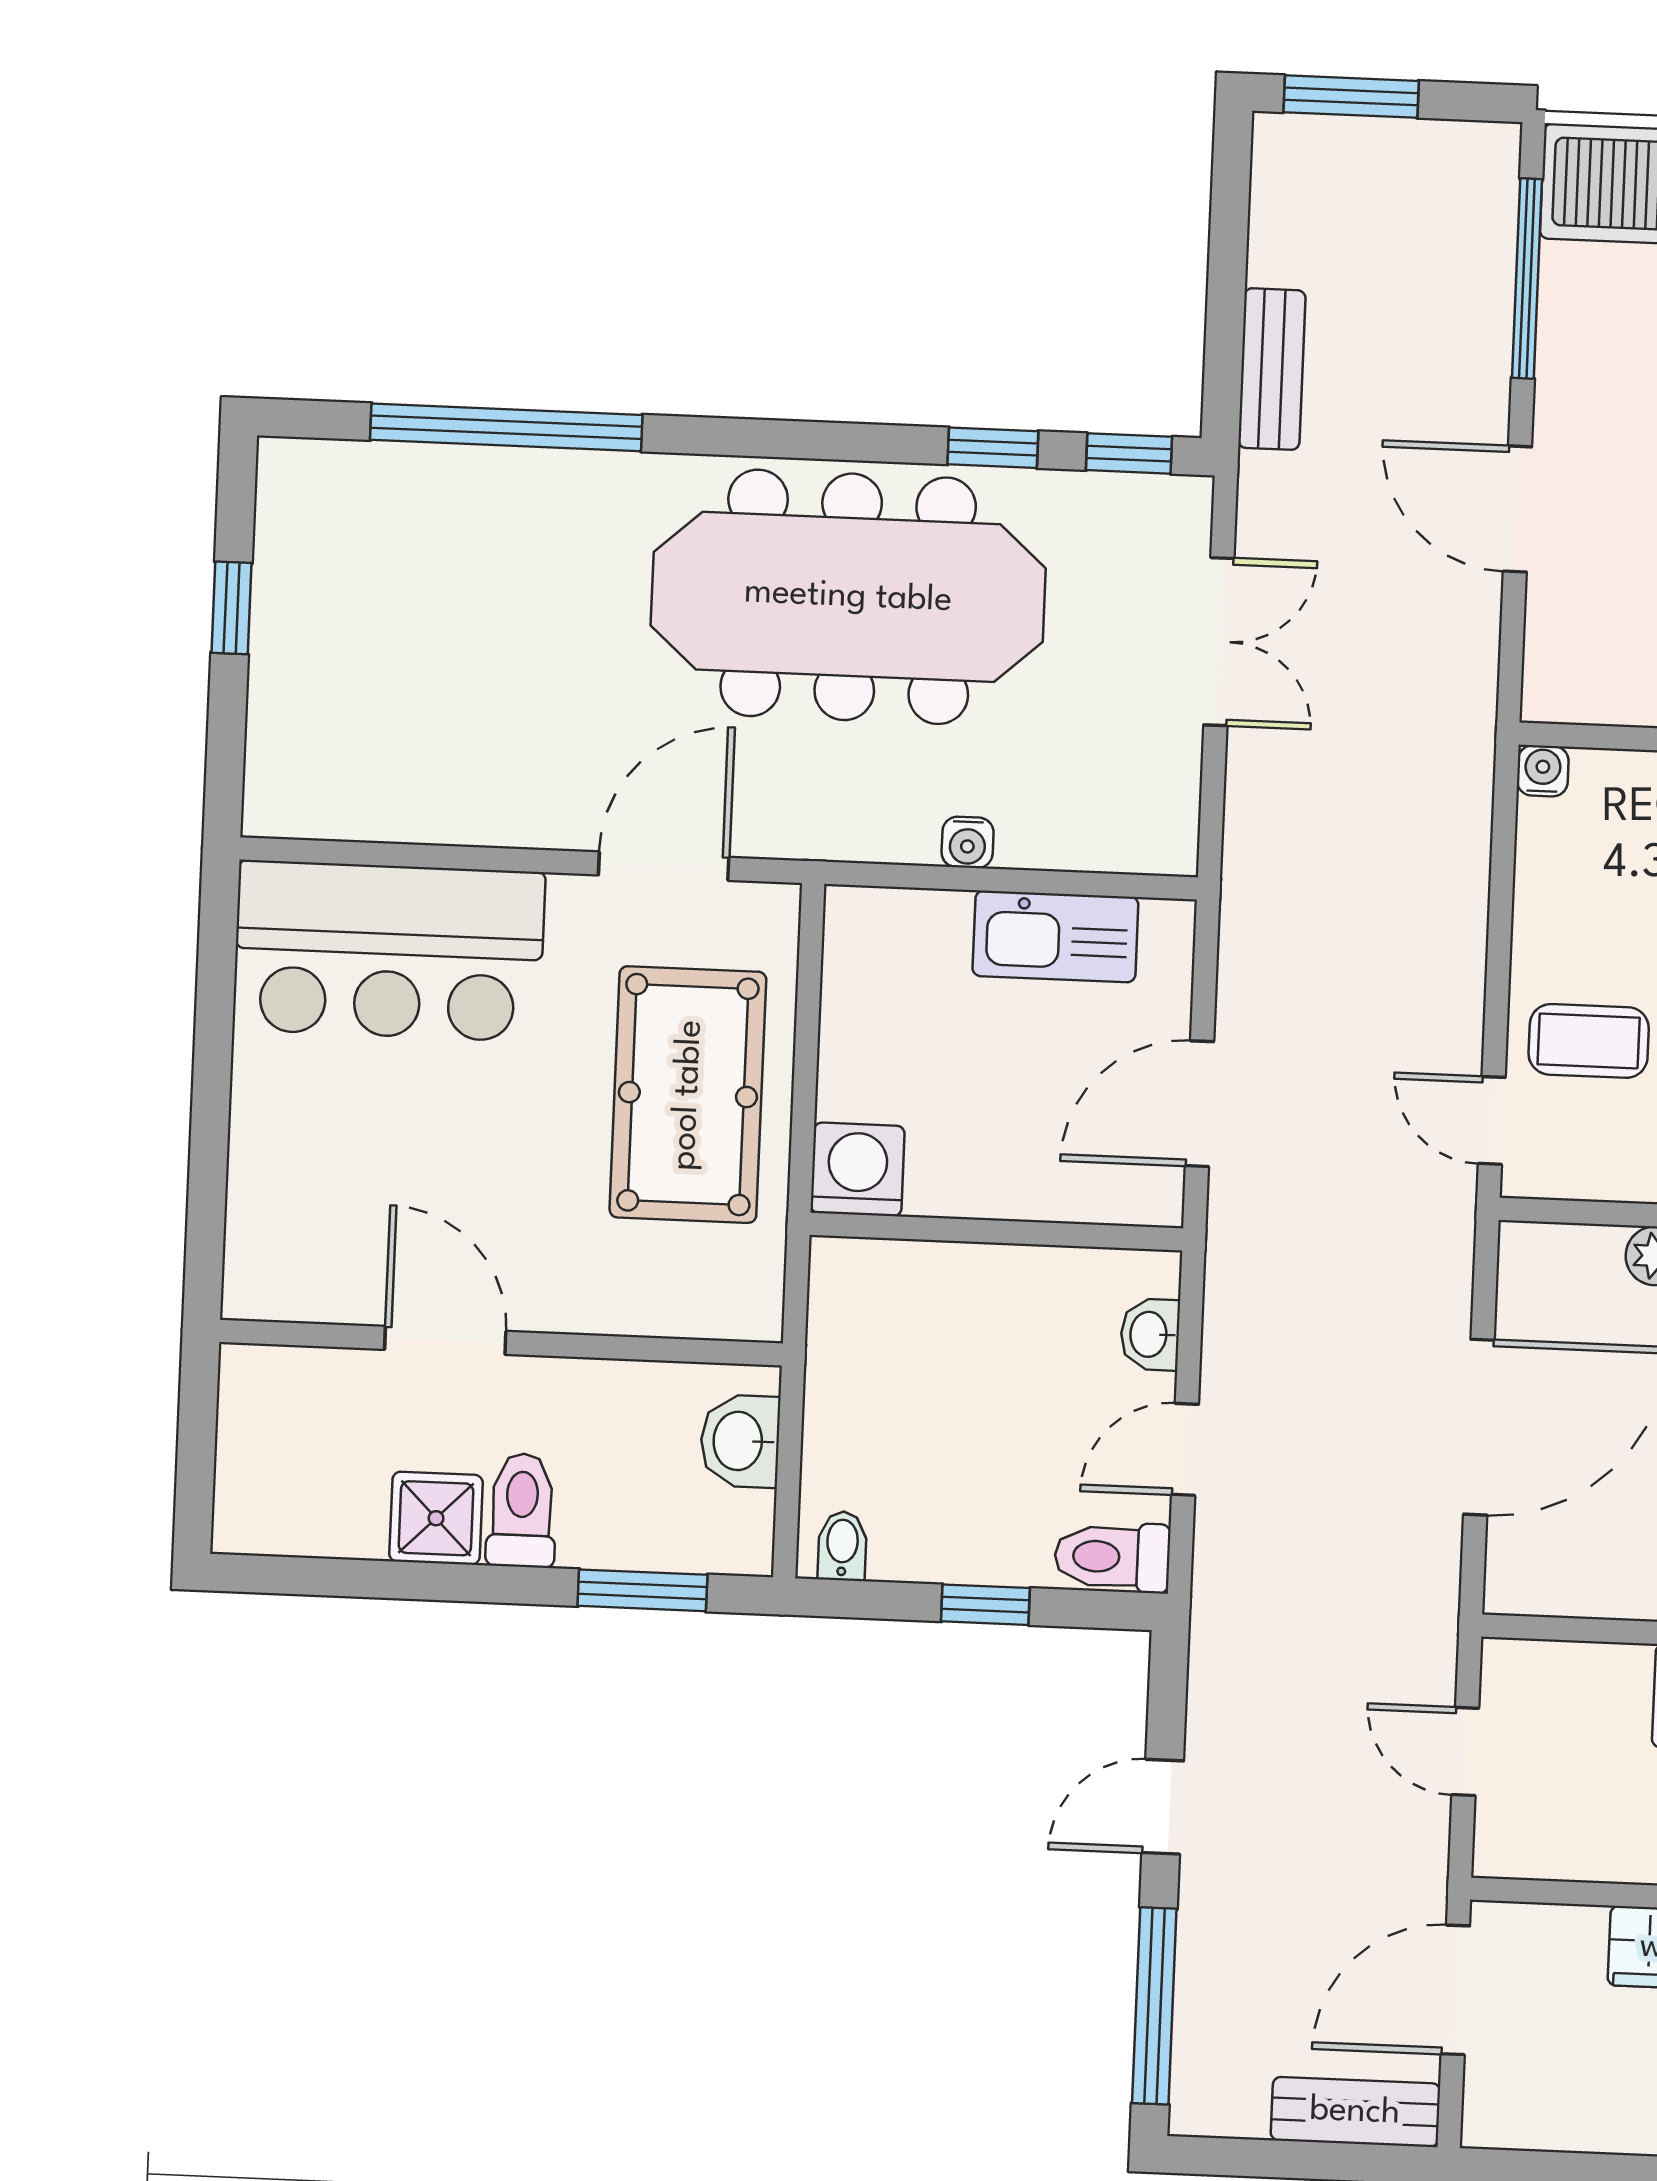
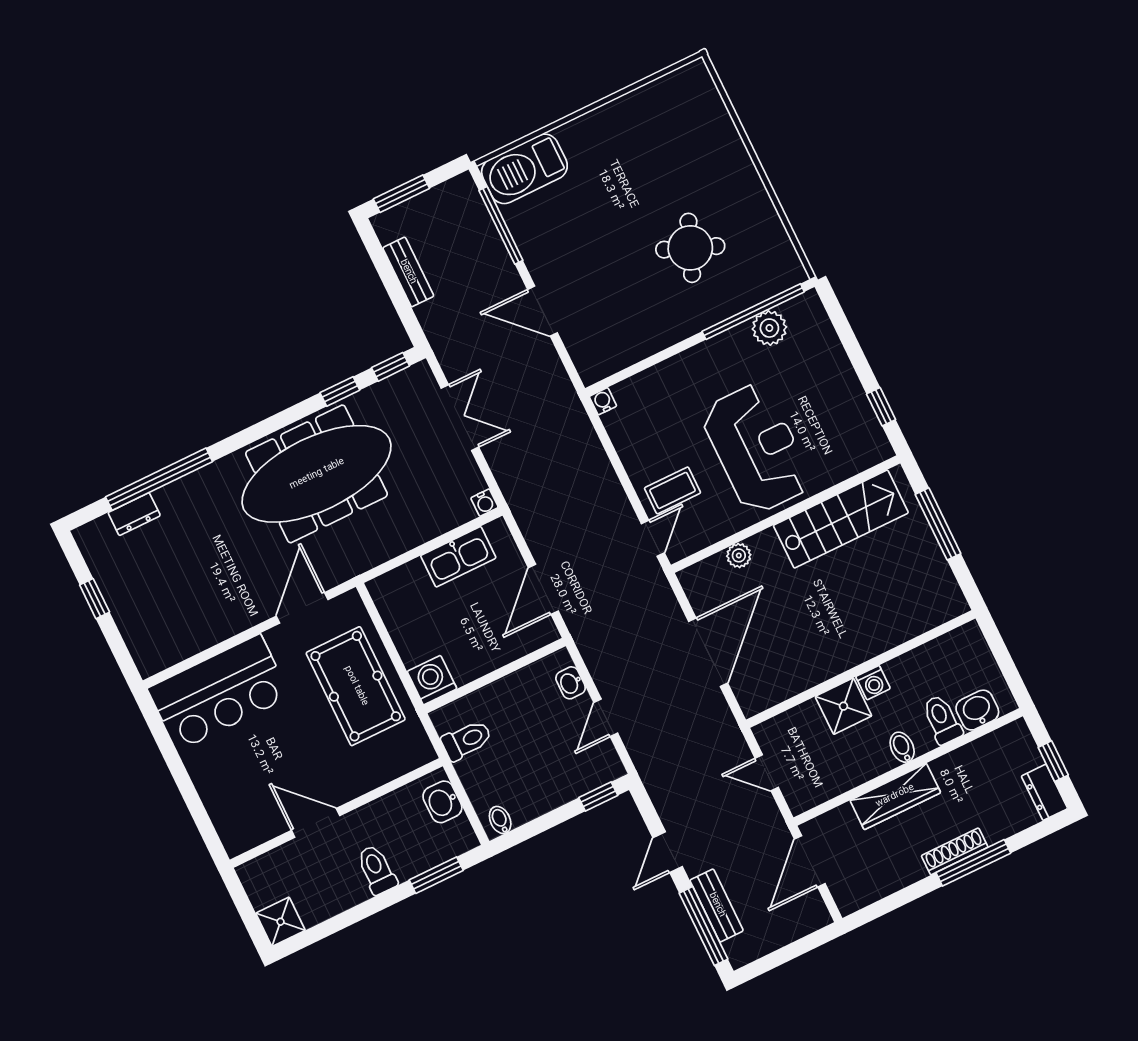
bench: (1272, 369) -> (408, 272), moved
dresser: (413, 473) -> (134, 514), added
water cooler: (968, 842) -> (485, 503), moved
door: (1492, 1120) -> (653, 538), swing flipped
shower: (436, 1518) -> (281, 922), moved
toilet: (1112, 1557) -> (467, 740), moved, turned 180
window: (985, 1605) -> (598, 796), moved
bench: (1355, 2112) -> (717, 905), moved, turned 90

